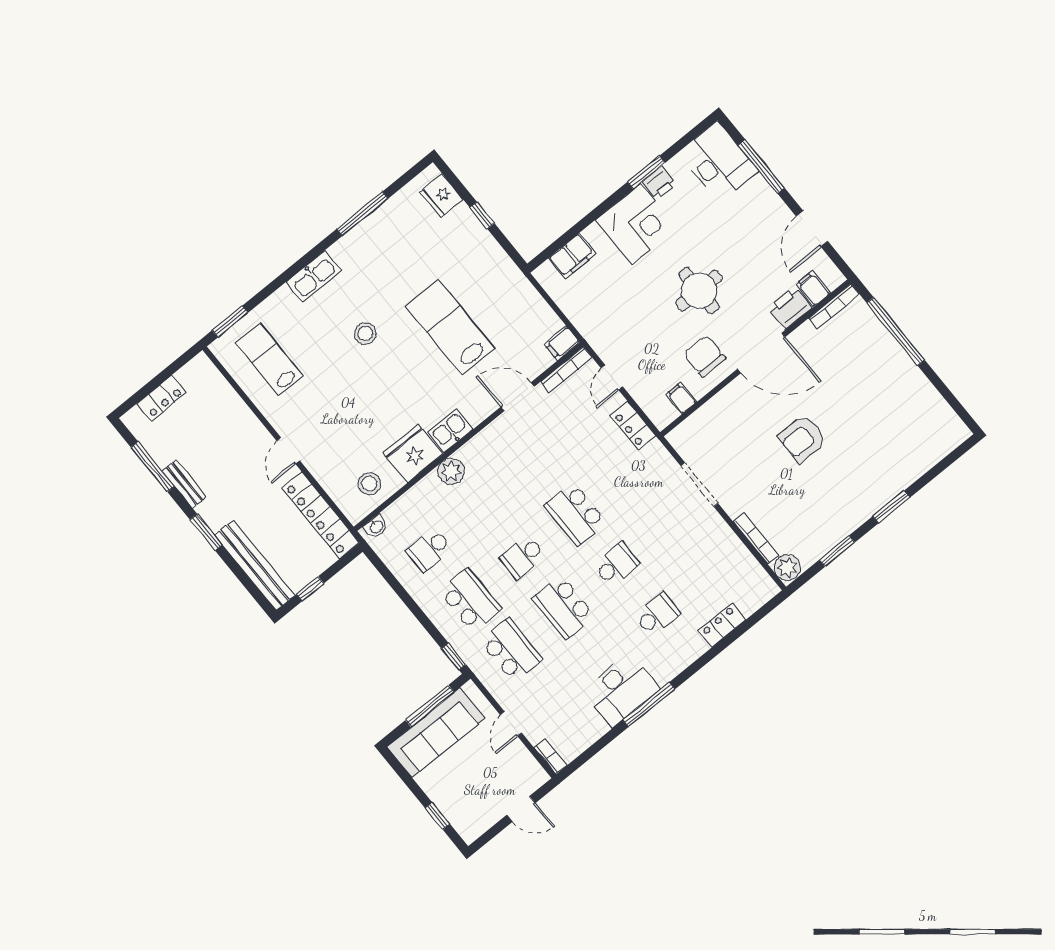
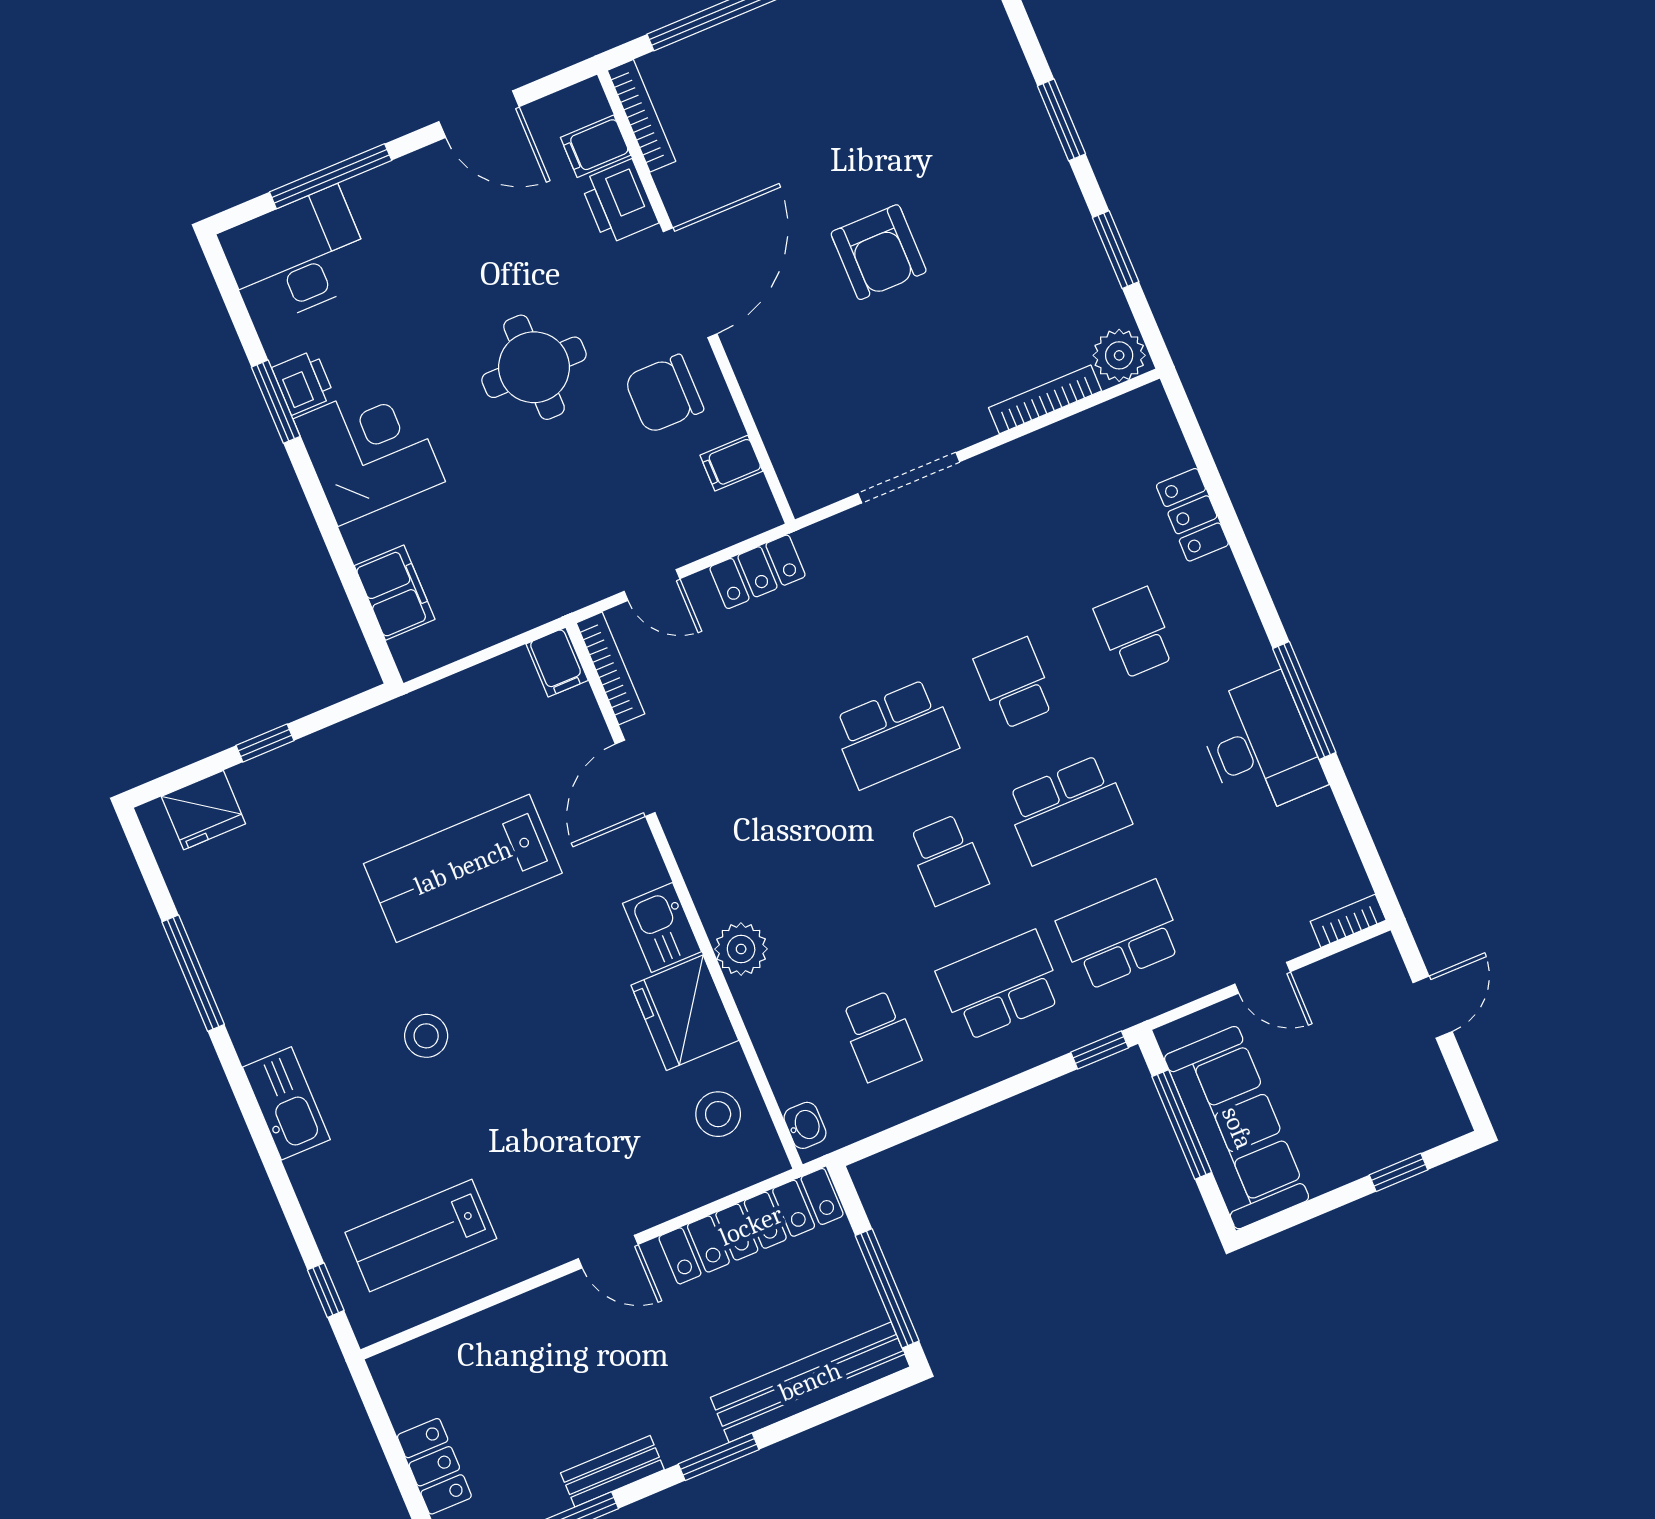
window: (230, 322) -> (326, 1290), width x0.67
window: (310, 589) -> (887, 1288), width x2.17

